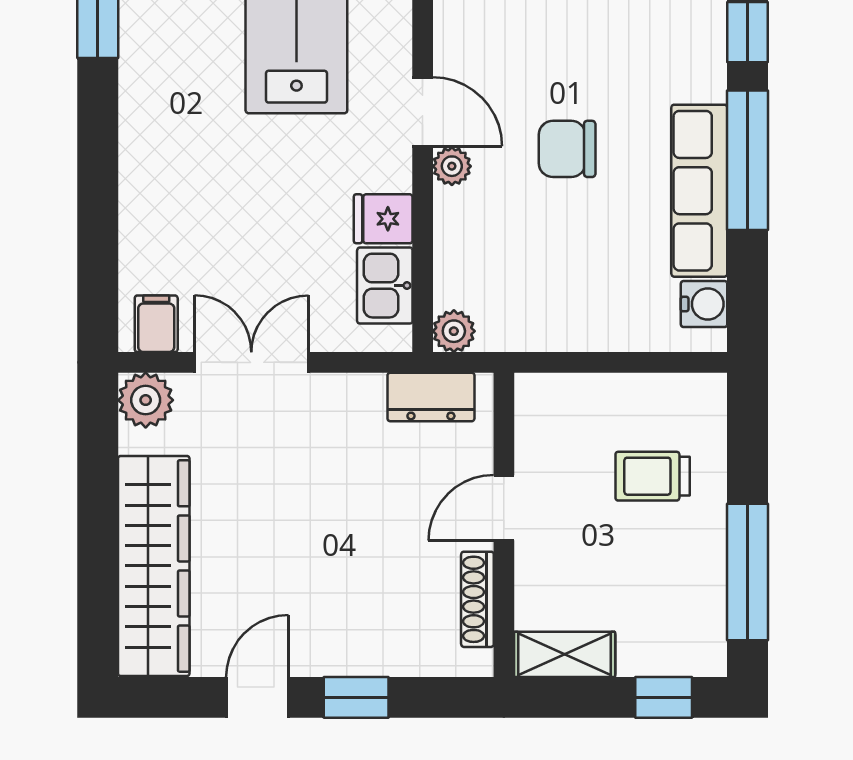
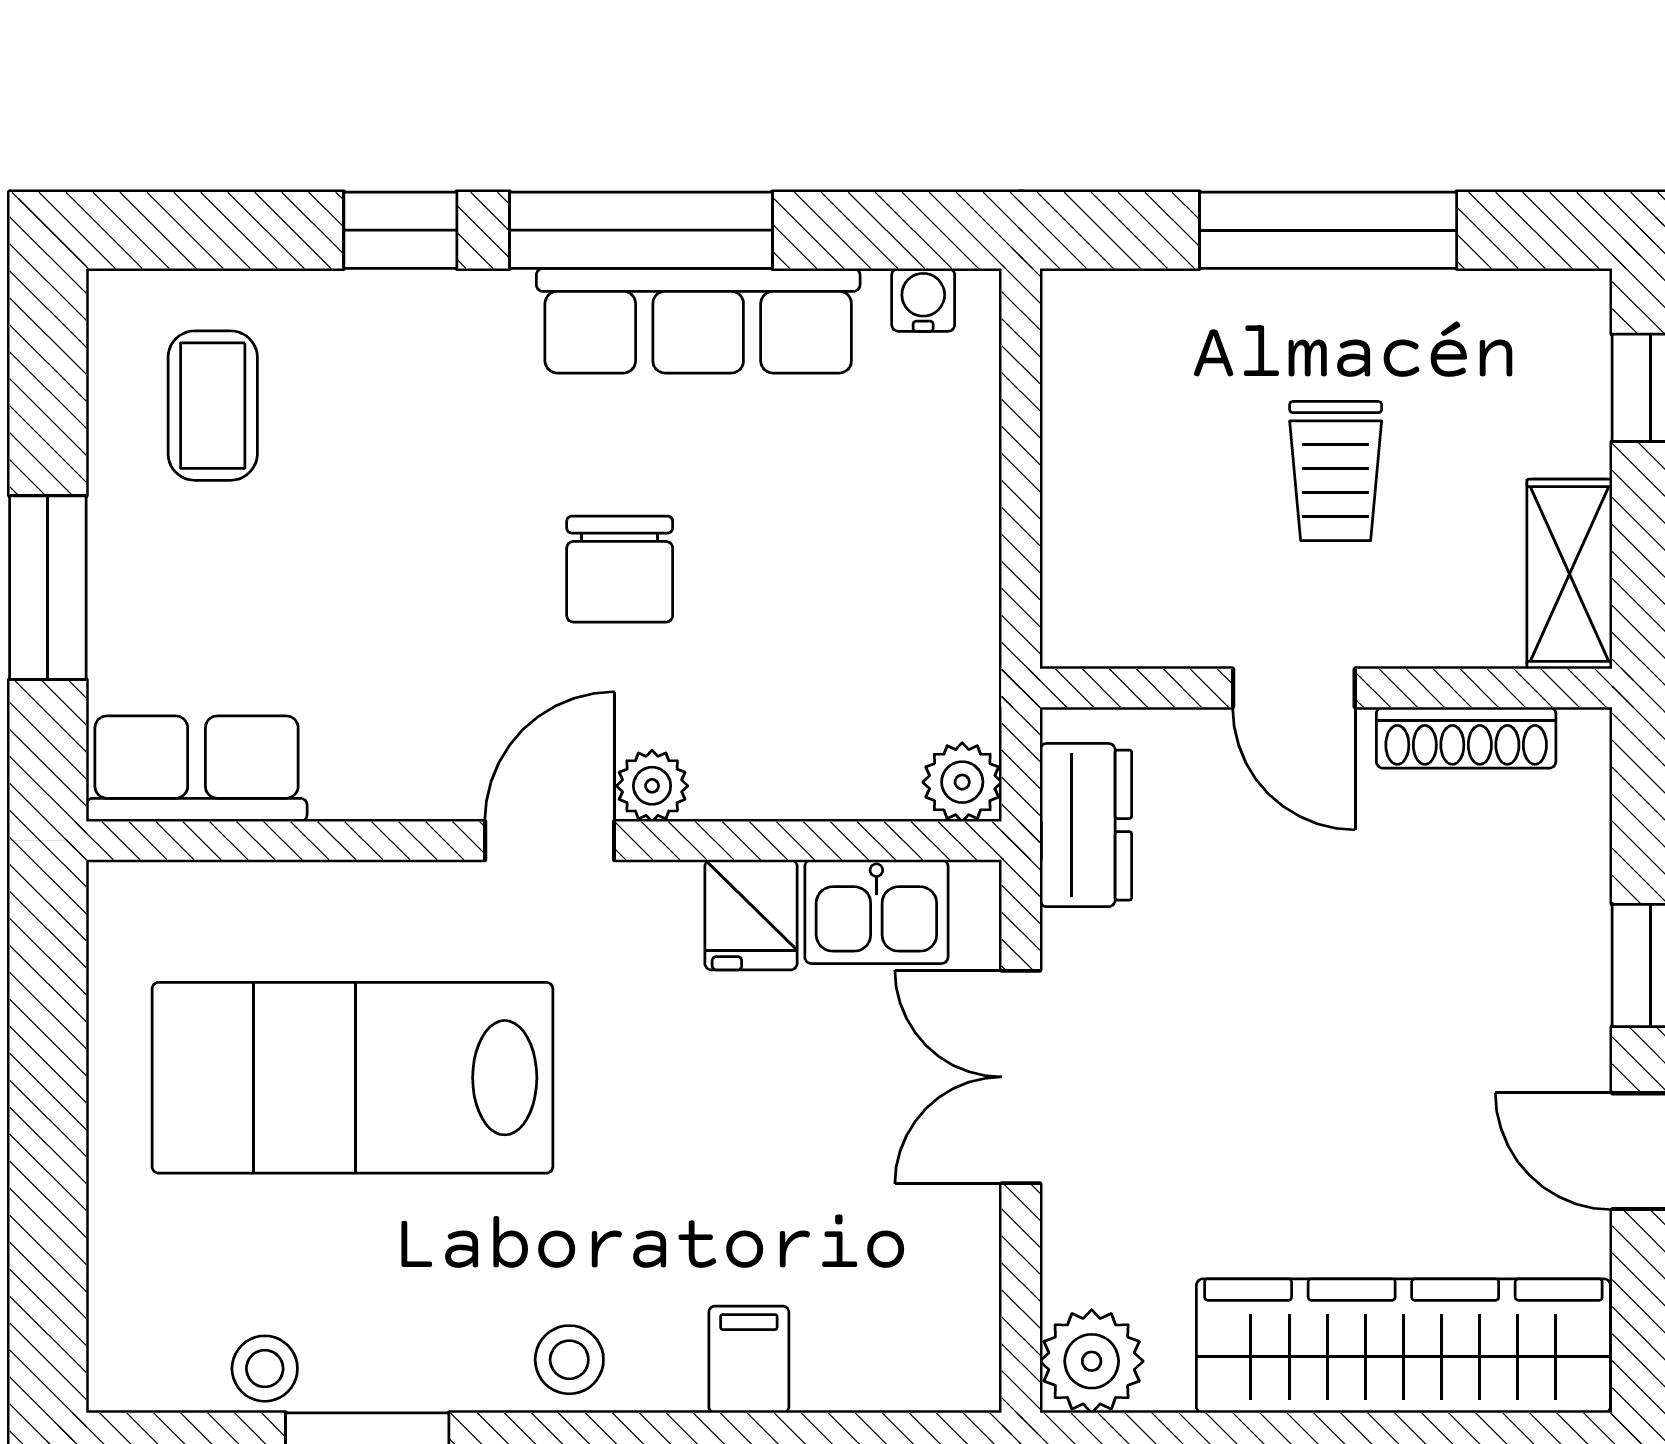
stool: (146, 122) -> (569, 1360), added
water cooler: (704, 304) -> (923, 300), width x0.72, depth x0.72
filing cabinet: (156, 324) -> (749, 1359), moved, turned 90
double door: (251, 362) -> (1021, 1077), moved
trolley: (653, 476) -> (1336, 471), moved
window: (747, 572) -> (1328, 230), moved

